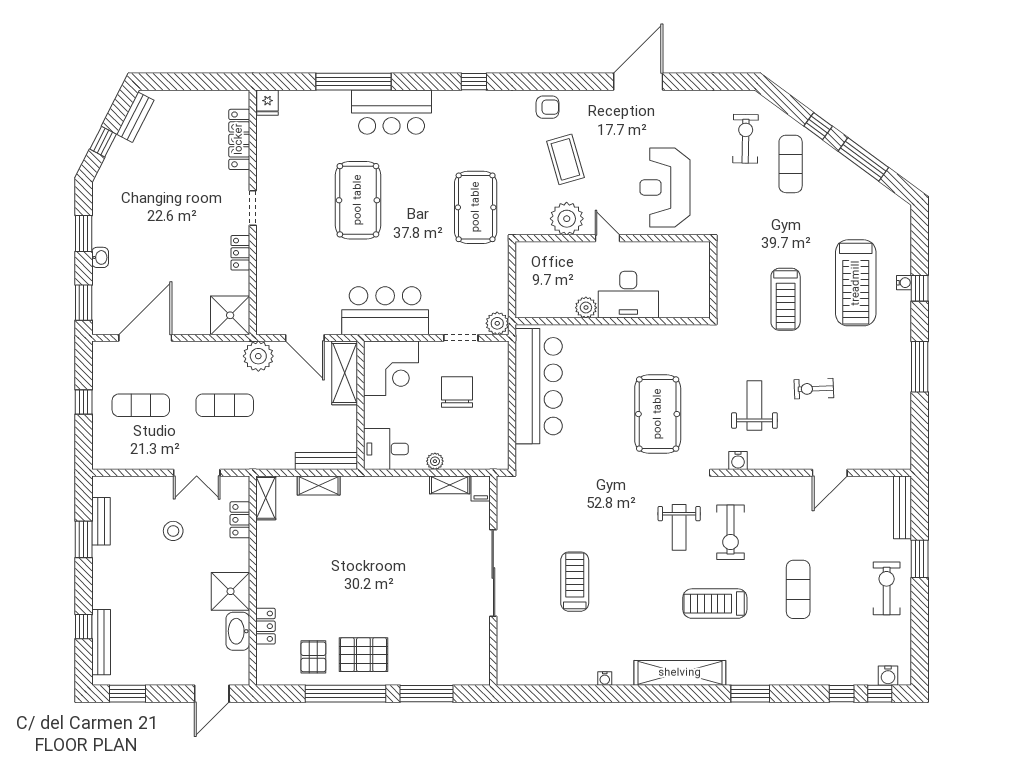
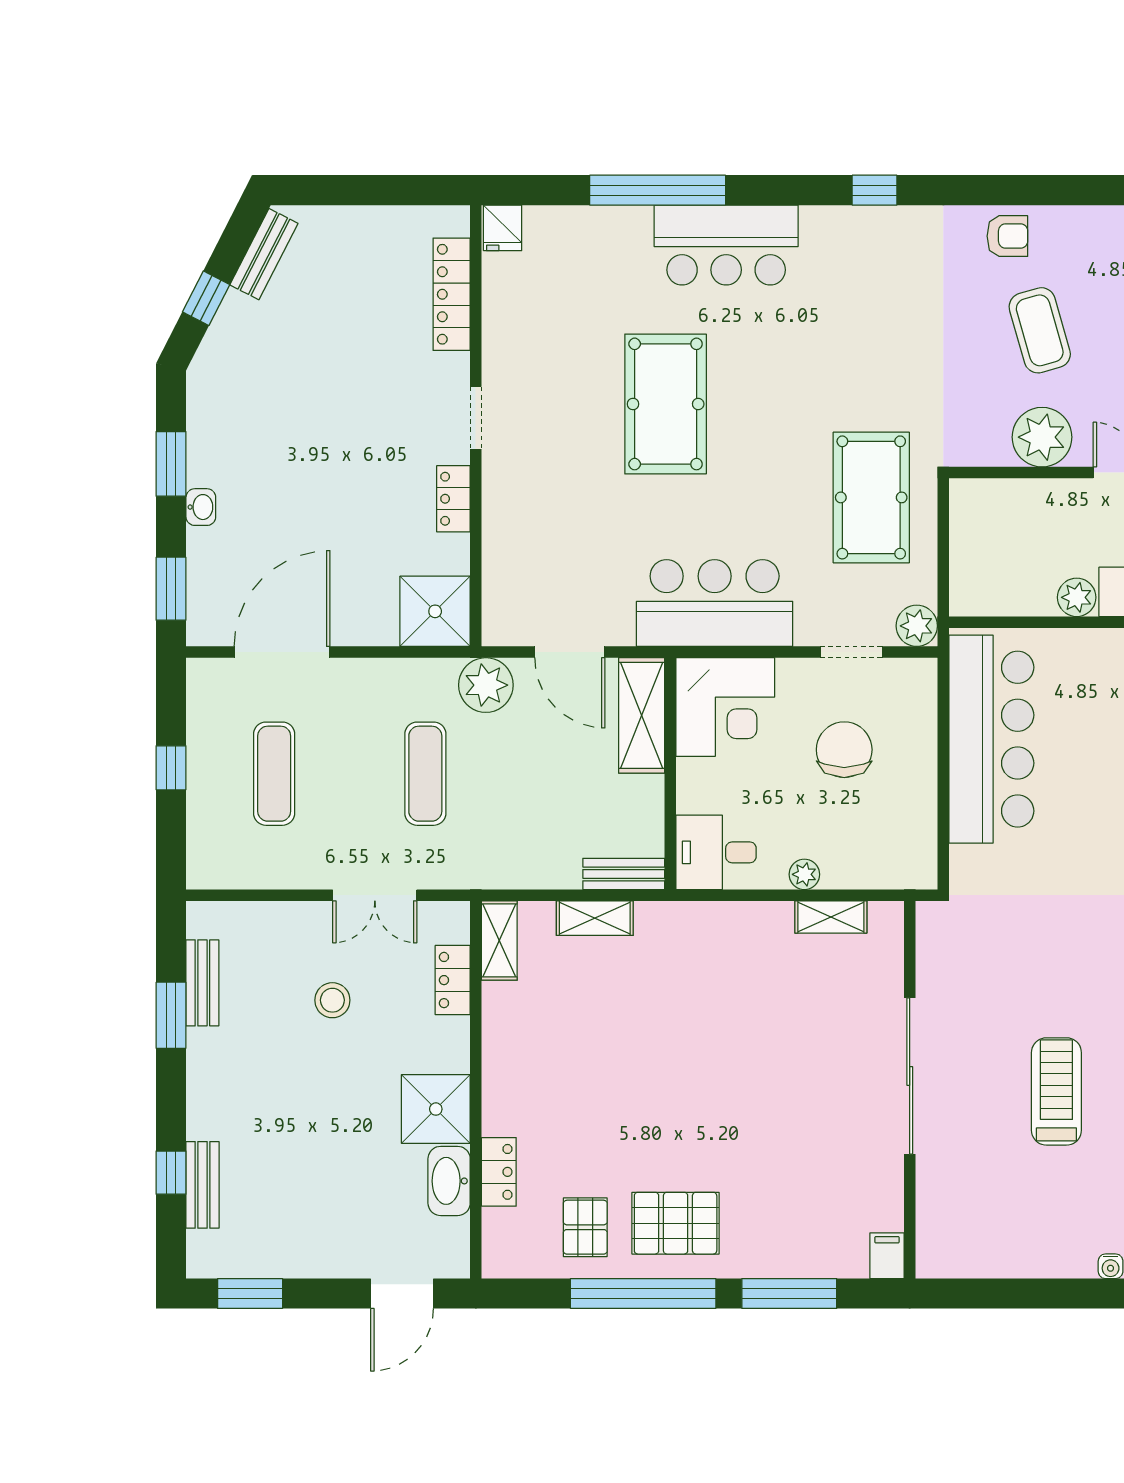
pool table: (476, 207) -> (871, 497), moved
exercise mat: (141, 405) -> (274, 774), turned 90
exercise mat: (225, 405) -> (425, 774), turned 90
bench: (326, 461) -> (624, 874), width x0.73
filing cabinet: (481, 489) -> (887, 1256), moved, turned 180
bench: (101, 642) -> (202, 1185), width x0.73

